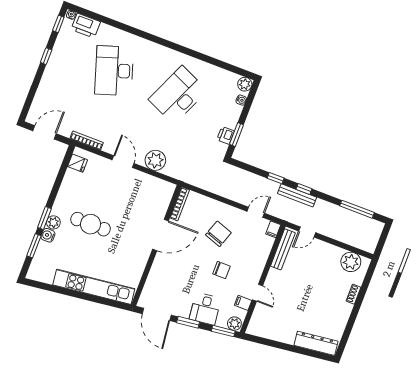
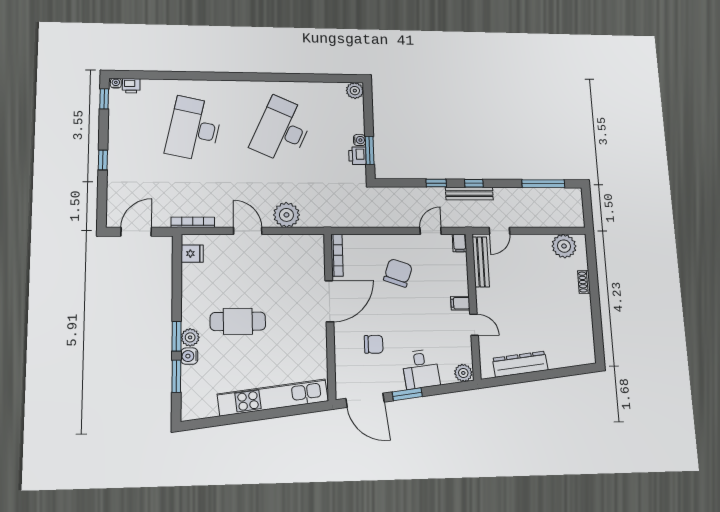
printer: (86, 26) -> (131, 86), width x0.53, depth x0.68
window: (46, 56) -> (103, 160), moved
desk: (114, 71) -> (194, 129), turned 30
water cooler: (241, 100) -> (359, 140), moved
chair: (221, 270) -> (374, 344), moved
filing cabinet: (243, 303) -> (460, 303), moved
window: (223, 331) -> (454, 388), removed
dresser: (316, 343) -> (520, 364), moved

